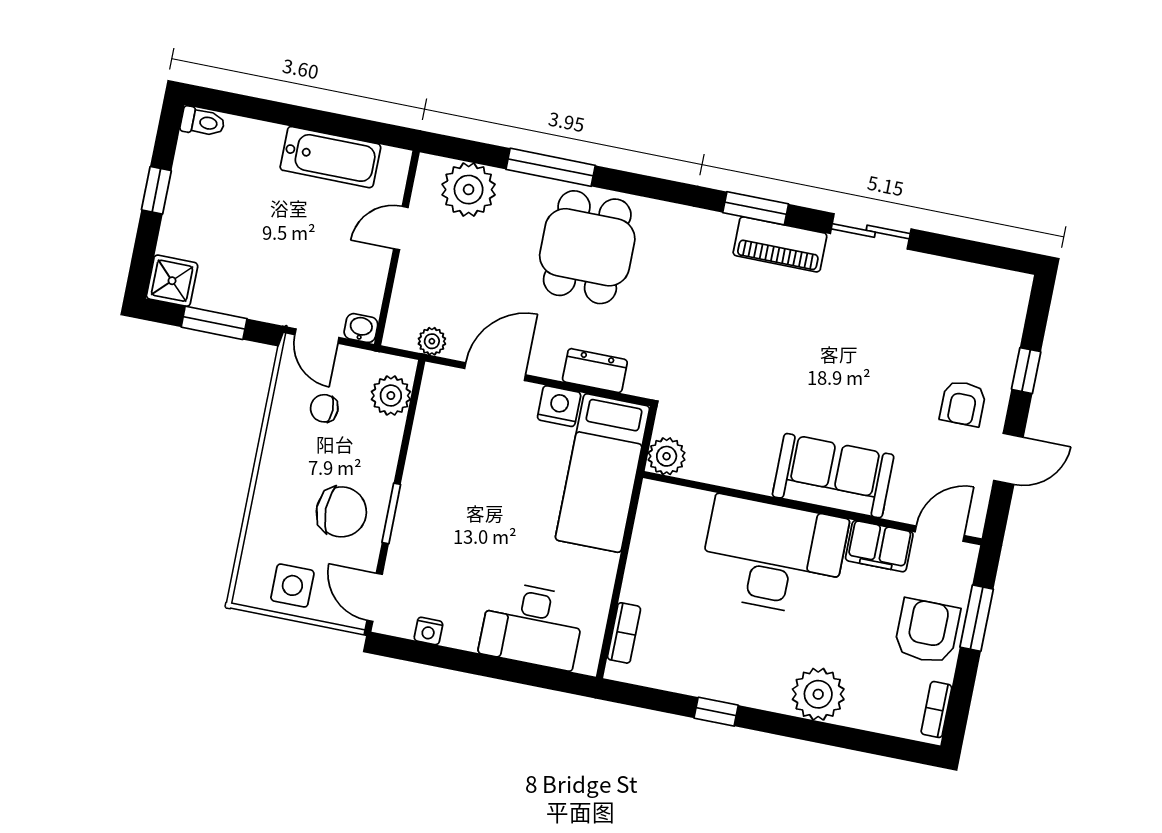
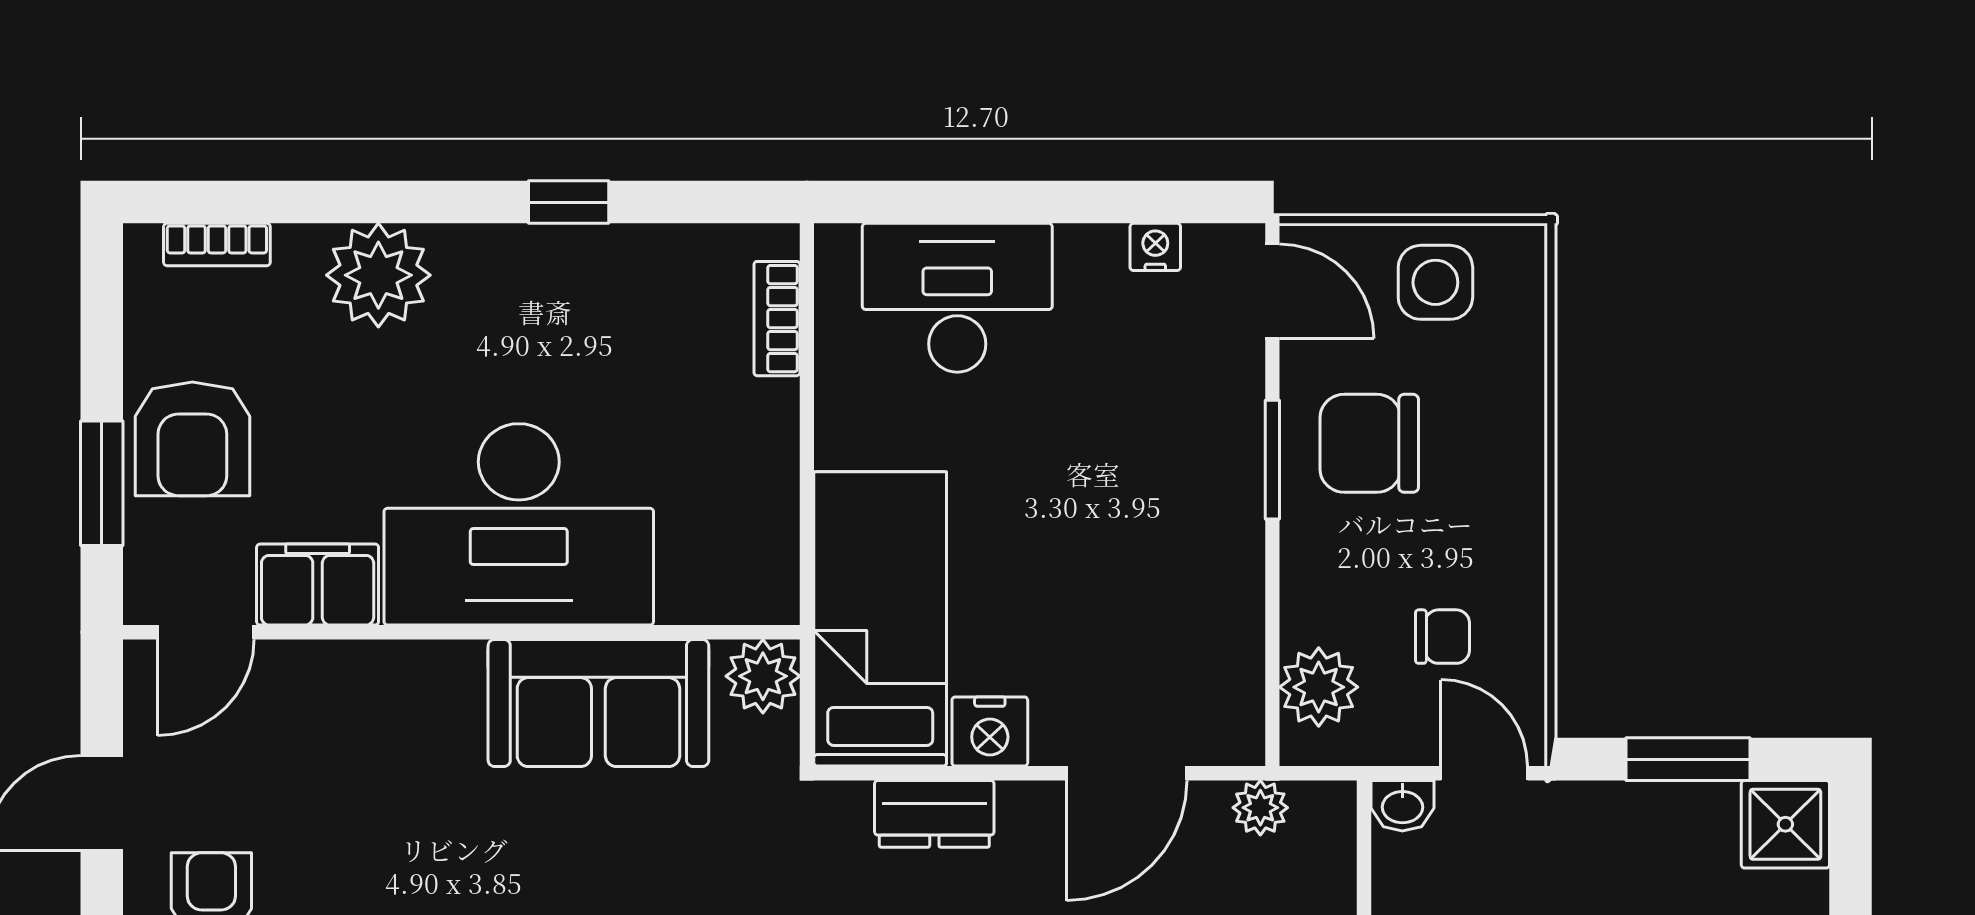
sofa: (833, 476) -> (598, 703), moved
bookcase: (936, 710) -> (217, 245), moved, turned 90

